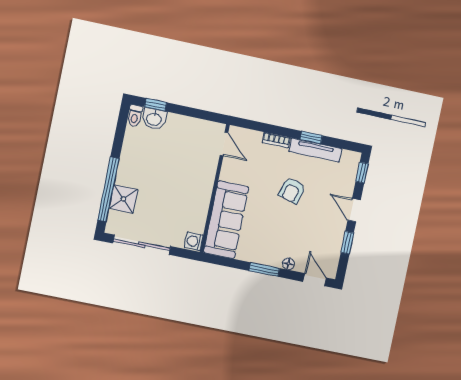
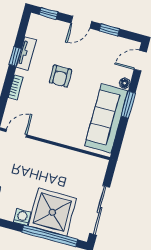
tv unit: (315, 150) -> (26, 53), width x0.71
armchair: (292, 190) -> (60, 76), turned 75
shower: (124, 199) -> (52, 212), width x1.86, depth x1.86
sofa: (226, 220) -> (106, 118), moved, turned -90
washing machine: (194, 241) -> (22, 217), moved, turned 180

